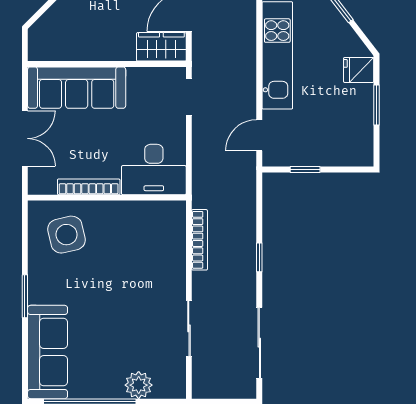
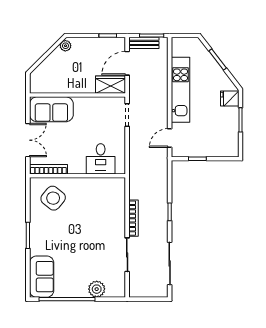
sofa: (77, 88) -> (51, 109), width x0.73
desk: (154, 170) -> (101, 159), width x0.73
bookcase: (89, 187) -> (48, 169), moved
side table: (67, 235) -> (53, 198), turned -38
bookcase: (200, 240) -> (134, 218), moved
sofa: (48, 352) -> (42, 277), width x0.73

